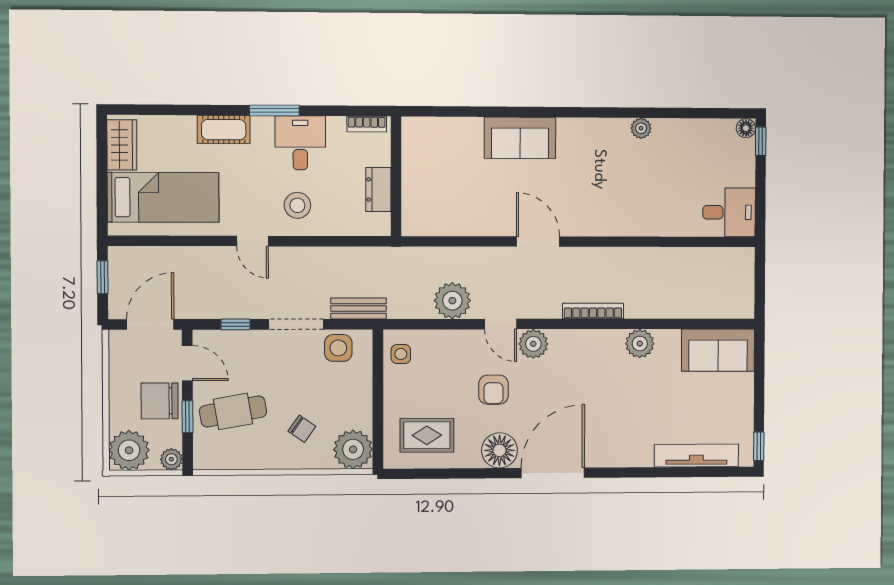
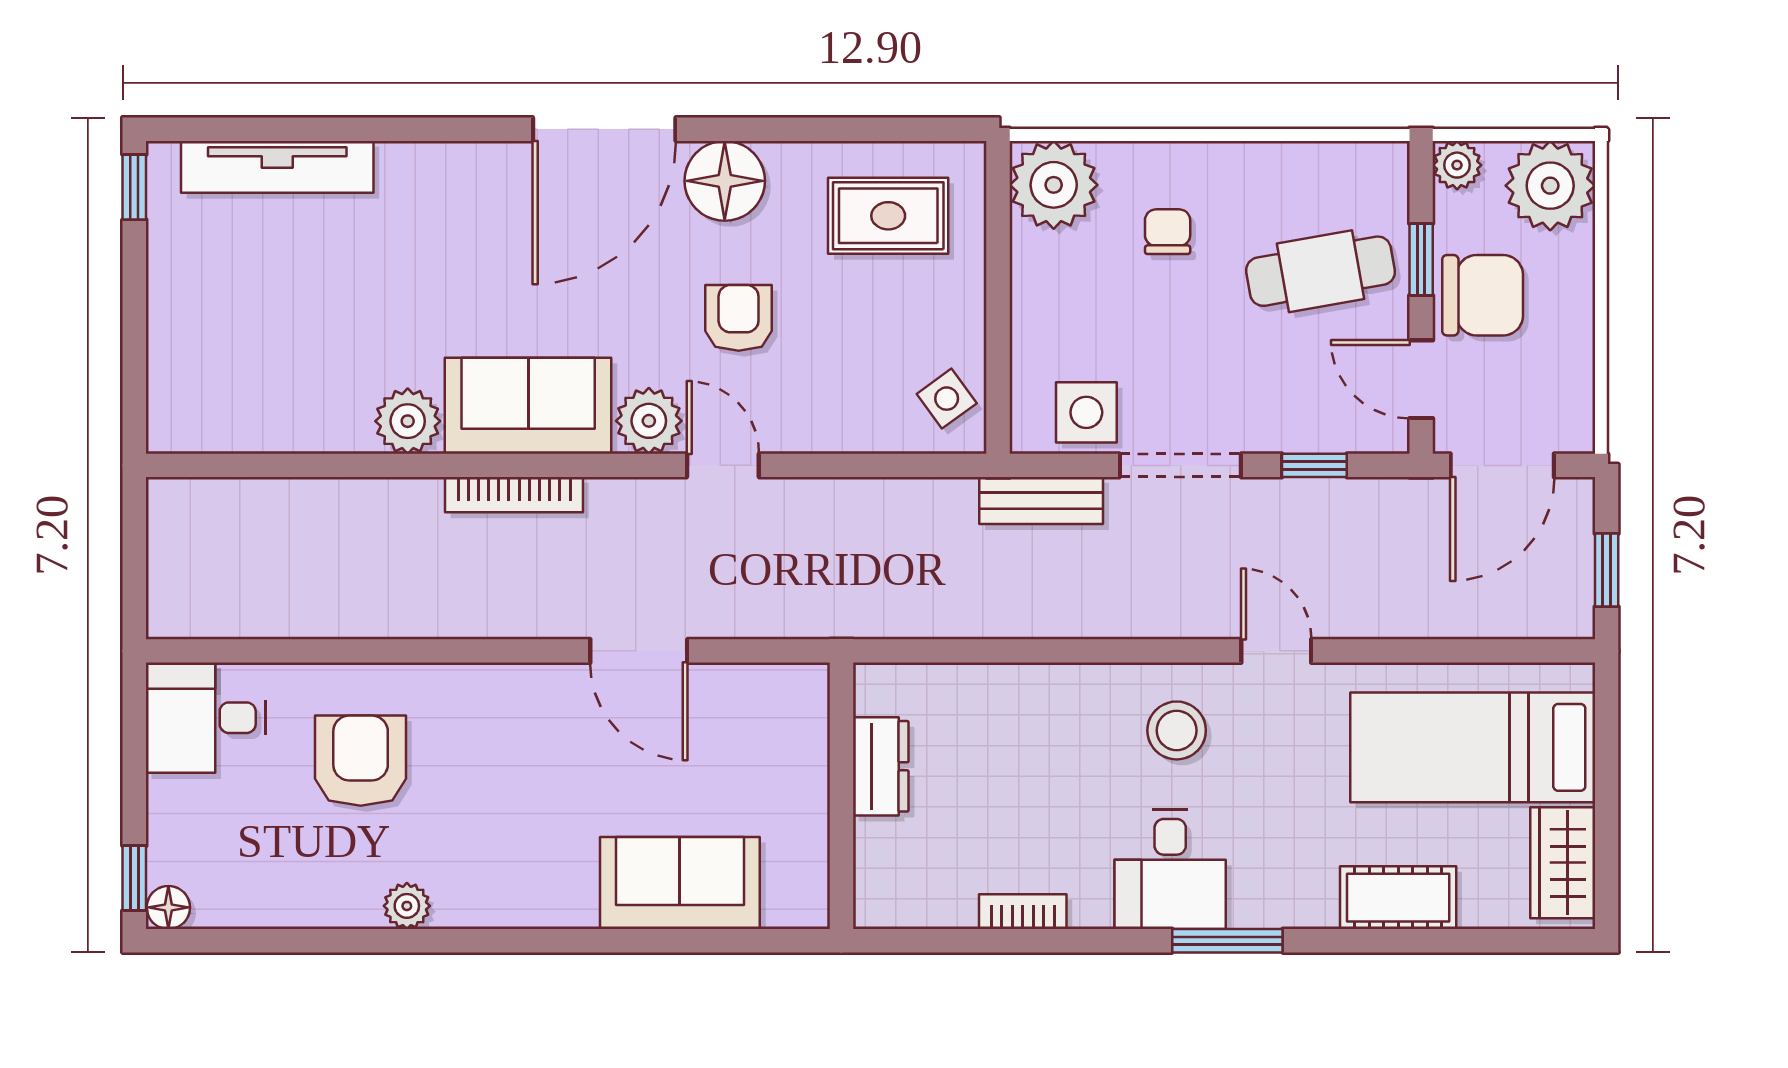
cot: (224, 130) -> (1398, 898), moved
wall: (396, 176) -> (841, 796), moved
dresser: (378, 189) -> (881, 766), moved
armchair: (661, 193) -> (361, 761), added
plant: (452, 301) -> (831, 518), removed
sofa: (718, 350) -> (528, 406), moved
side table: (401, 354) -> (947, 399), turned -36
chair: (302, 429) -> (1168, 232), turned 55

